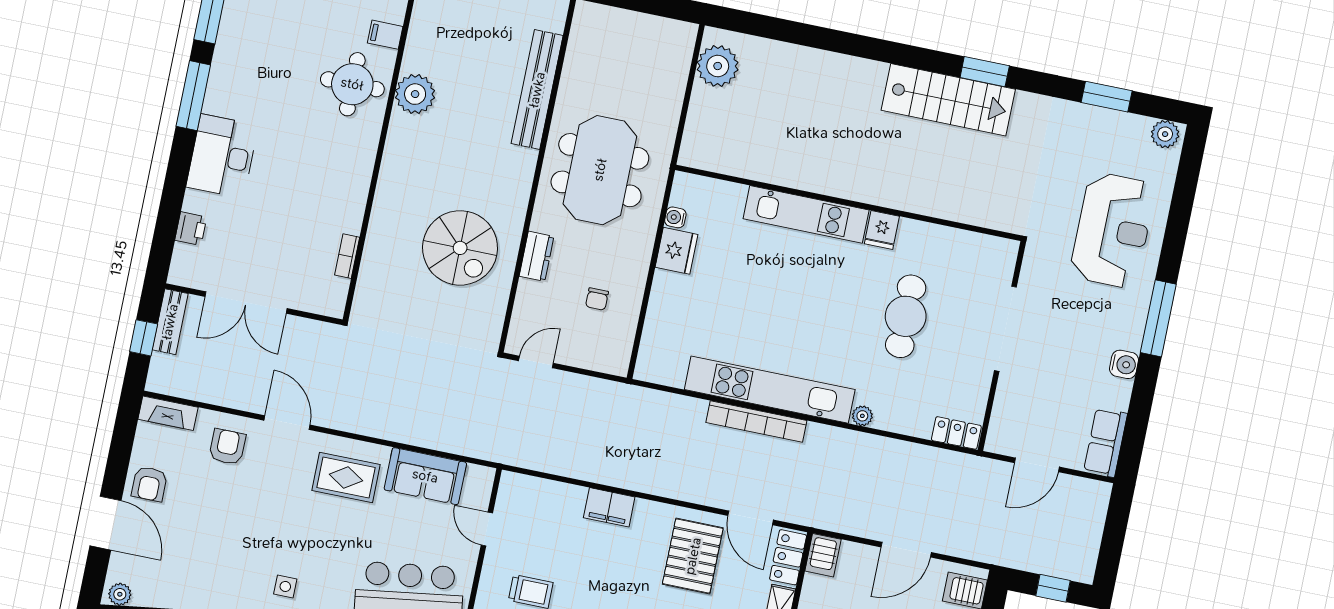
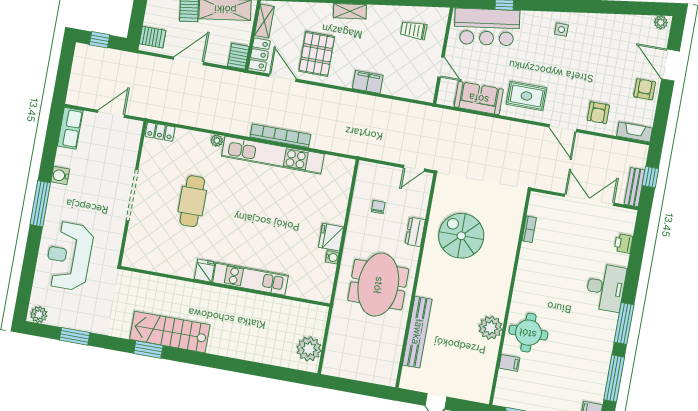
wall: (848, 203) -> (225, 286), moved
kitchen unit: (806, 214) -> (250, 279), moved
fridge: (882, 230) -> (205, 271), moved

